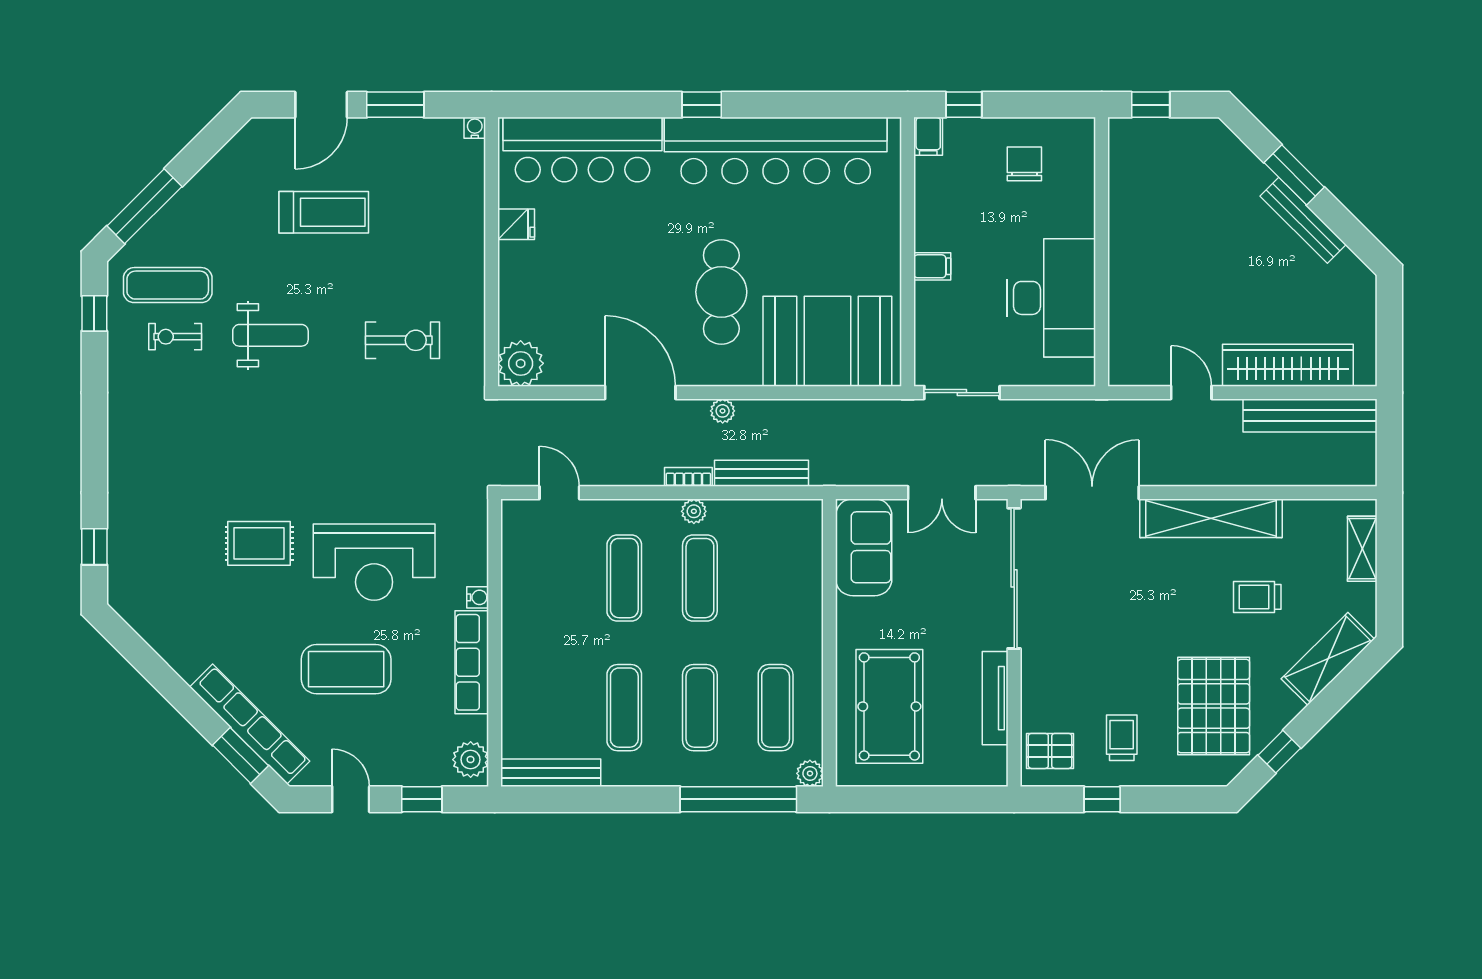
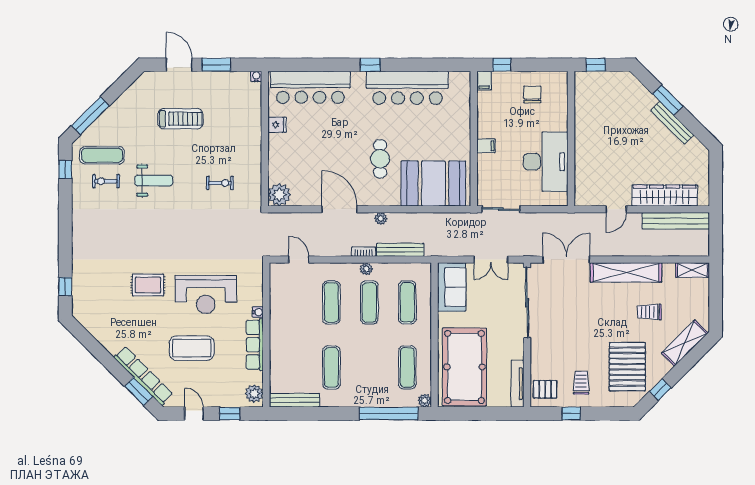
door: (321, 105) -> (179, 65), swing flipped
bar counter: (776, 150) -> (407, 88), width x0.73
cafe table: (721, 292) -> (380, 159), width x0.73, depth x0.74
exercise bike: (403, 340) -> (220, 183), width x0.73, depth x0.72
door: (1191, 393) -> (616, 209), swing flipped
shelving: (1362, 549) -> (692, 270), moved, turned 90
tv unit: (995, 698) -> (518, 384), moved
pool table: (889, 706) -> (464, 367), width x1.36, depth x1.32
exercise mat: (700, 708) -> (407, 302), moved

